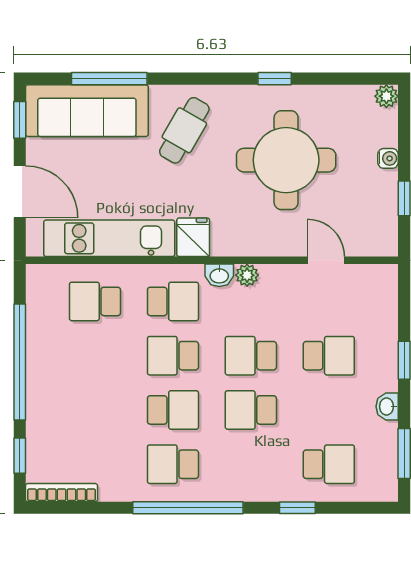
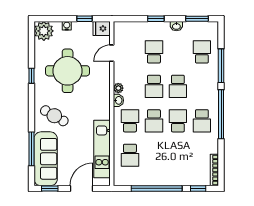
plant: (386, 96) -> (44, 31), width x1.88, depth x1.88
fridge: (193, 237) -> (102, 29), moved
window: (297, 508) -> (221, 66), width x2.17

